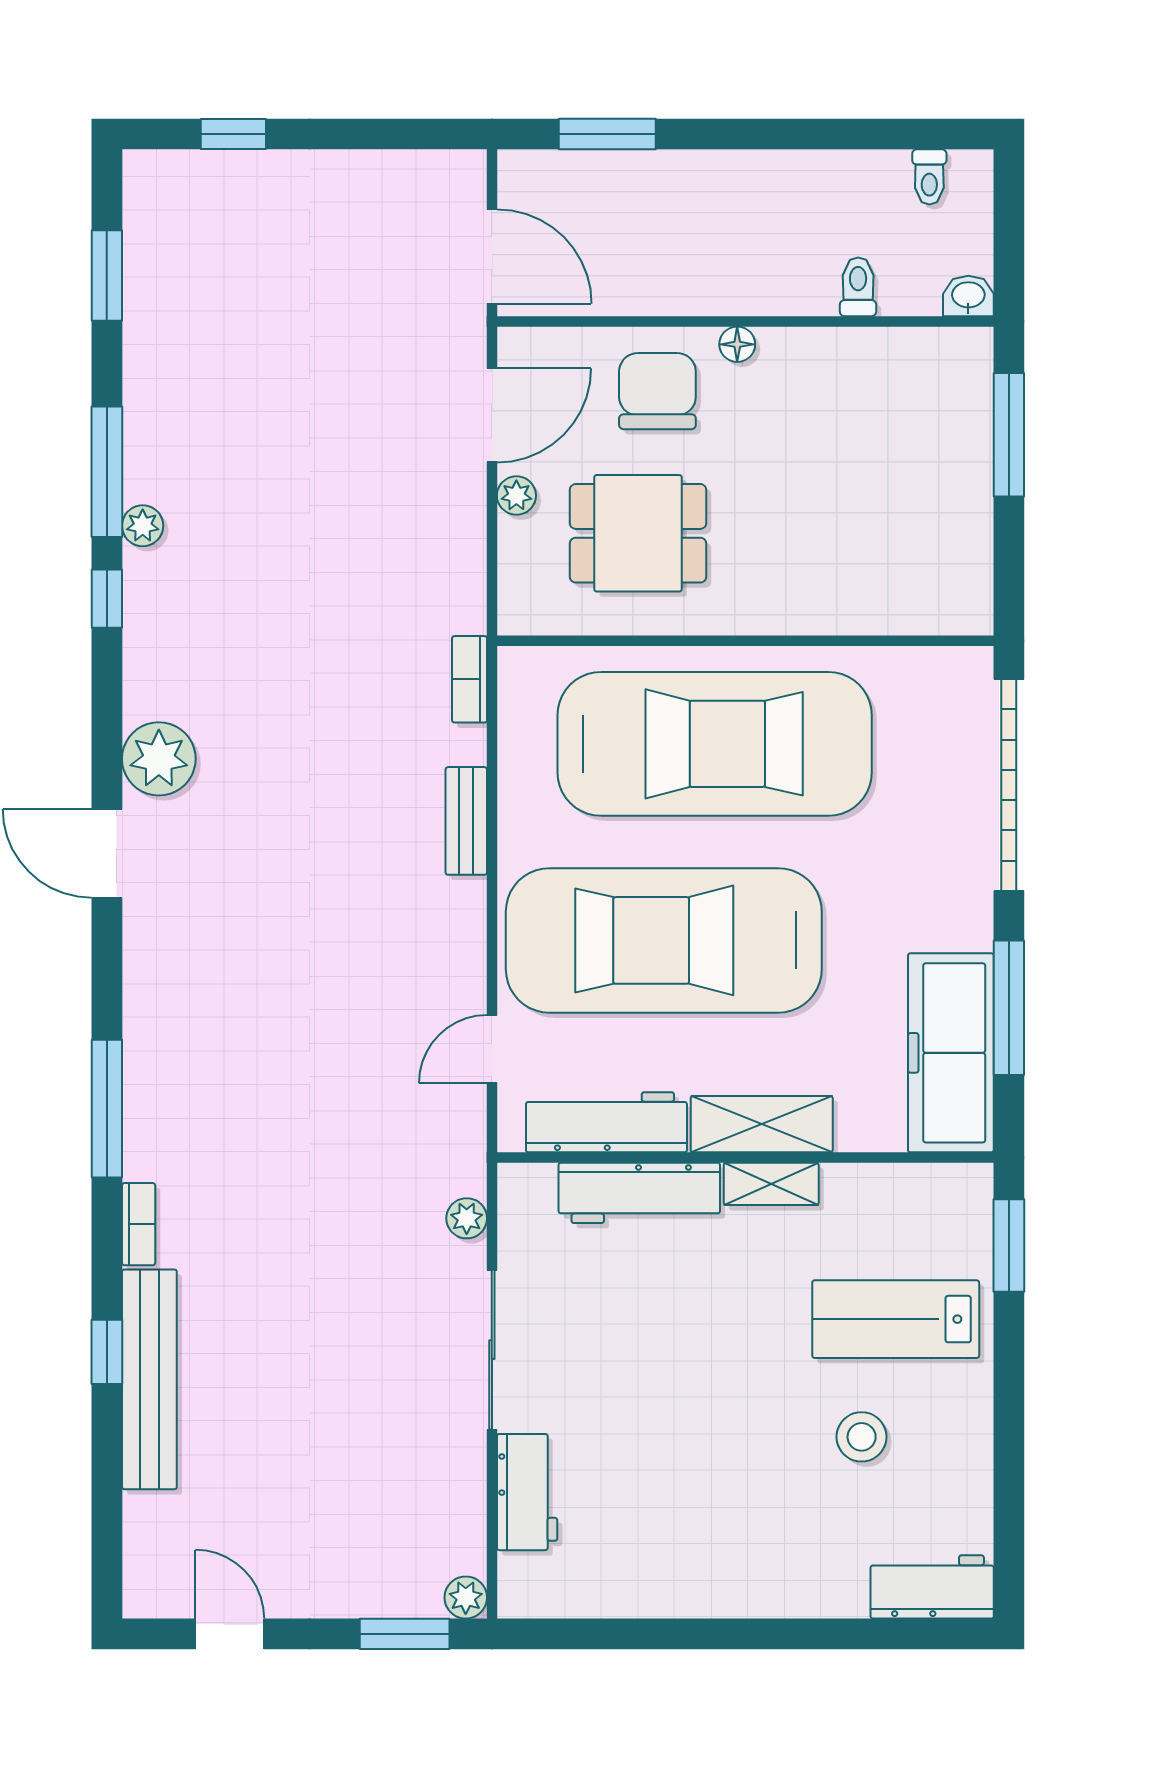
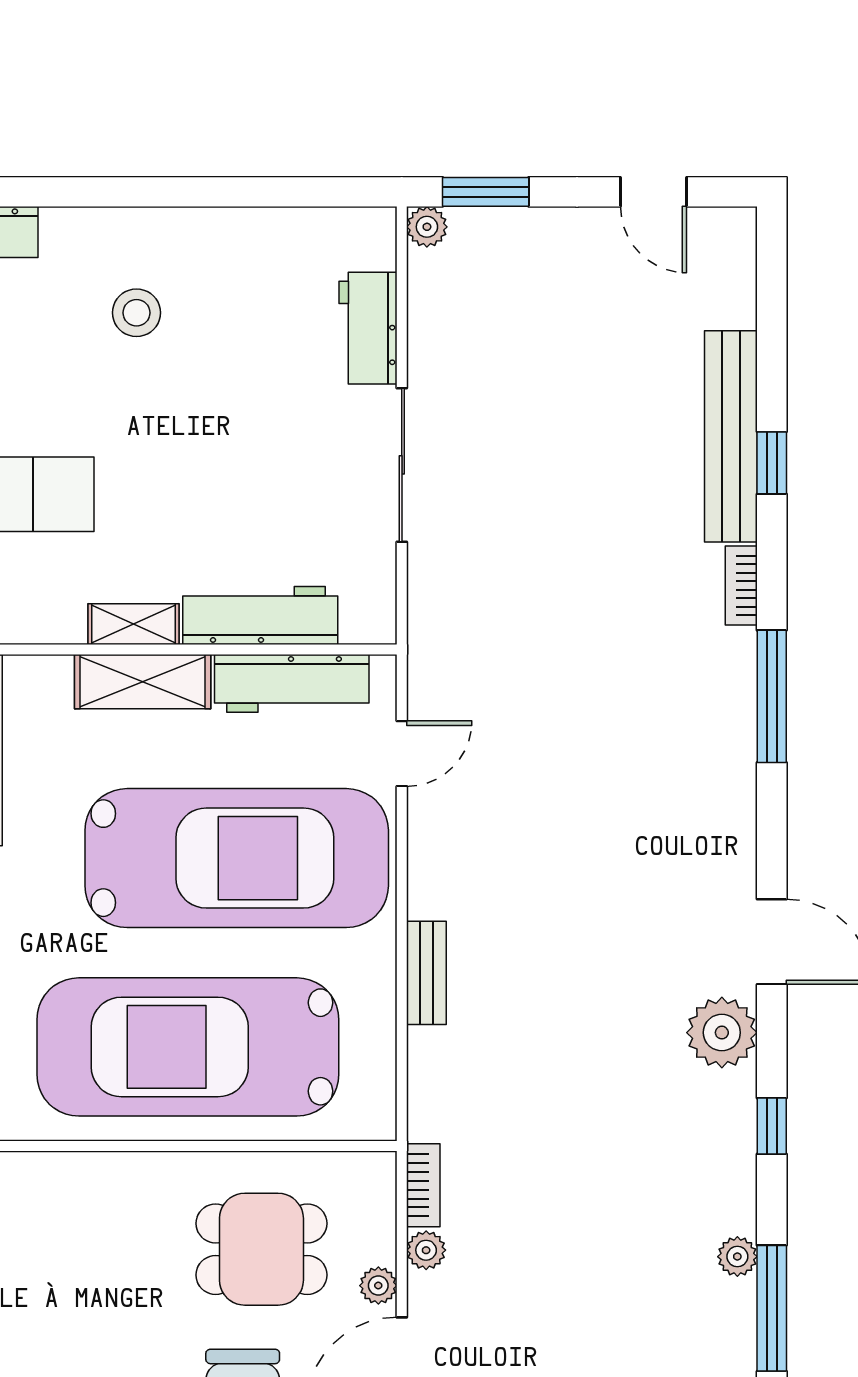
window: (107, 599) -> (772, 1126), moved
bookcase: (470, 679) -> (423, 1185), moved
plant: (467, 1218) -> (426, 1250), moved
stool: (862, 1437) -> (136, 313), moved

